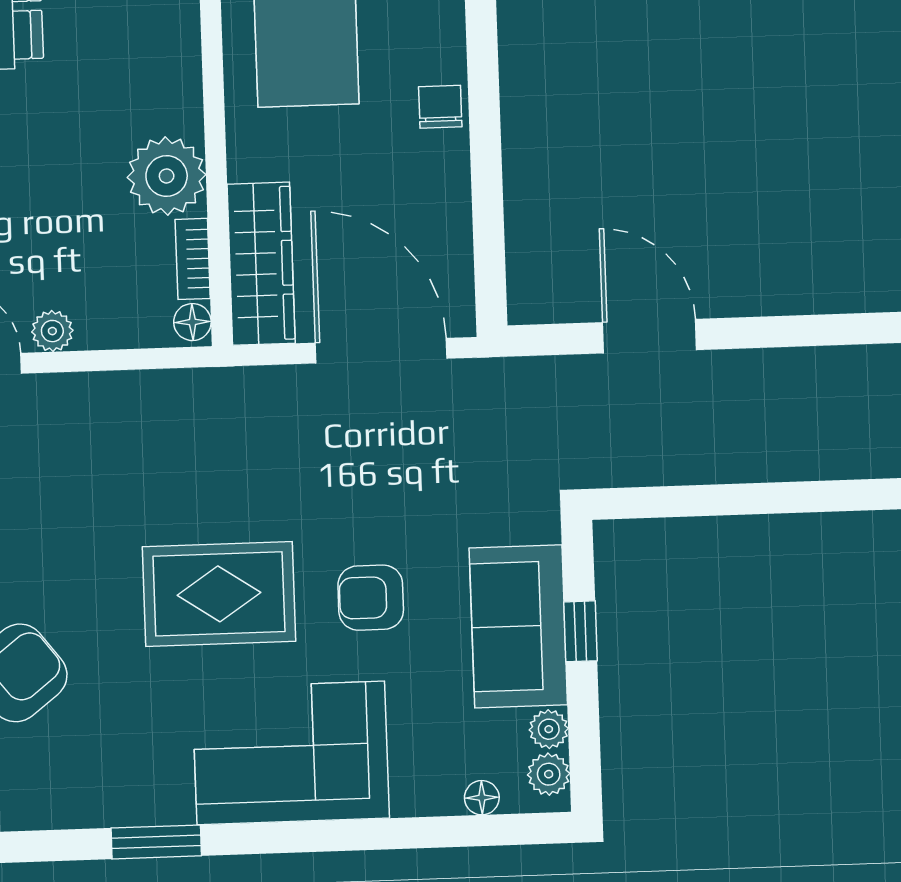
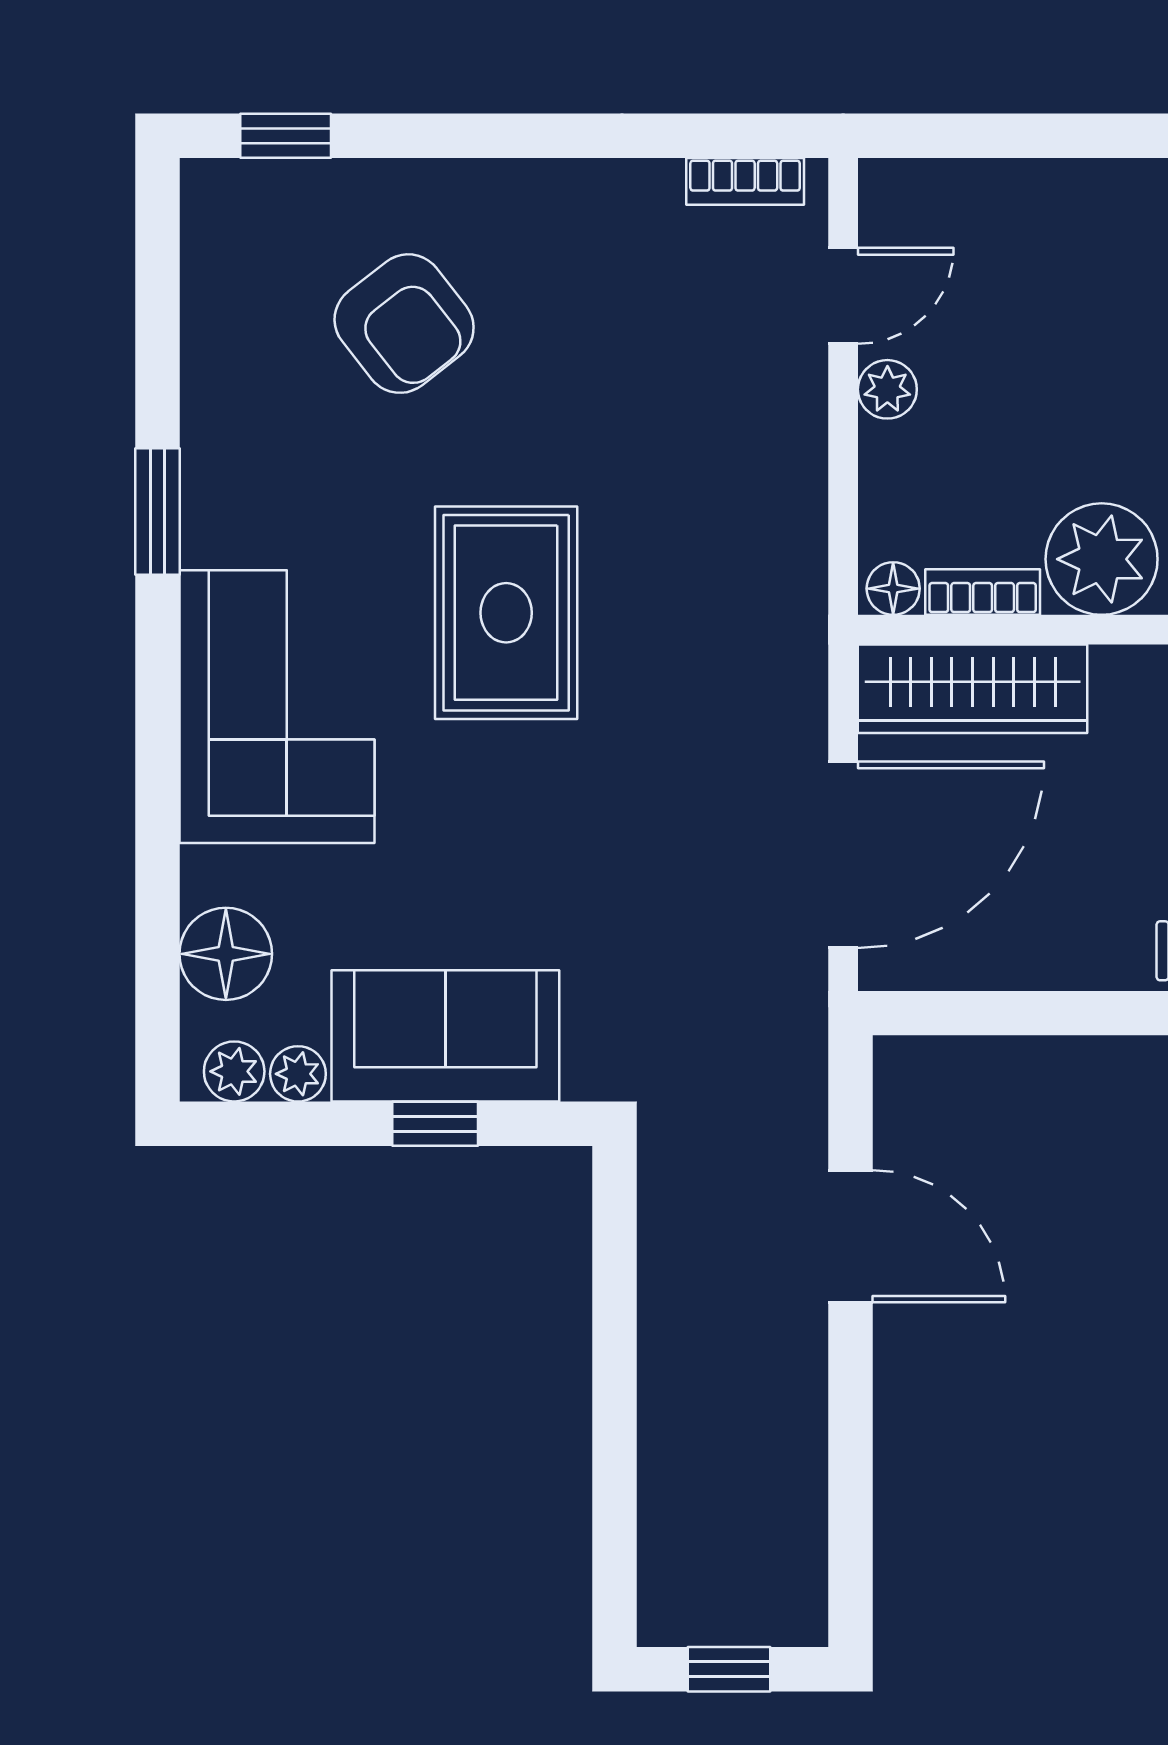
door: (649, 336) -> (851, 1236), hinge flipped
armchair: (371, 598) -> (493, 828), removed
floor lamp: (482, 798) -> (226, 954), width x1.89, depth x1.89

